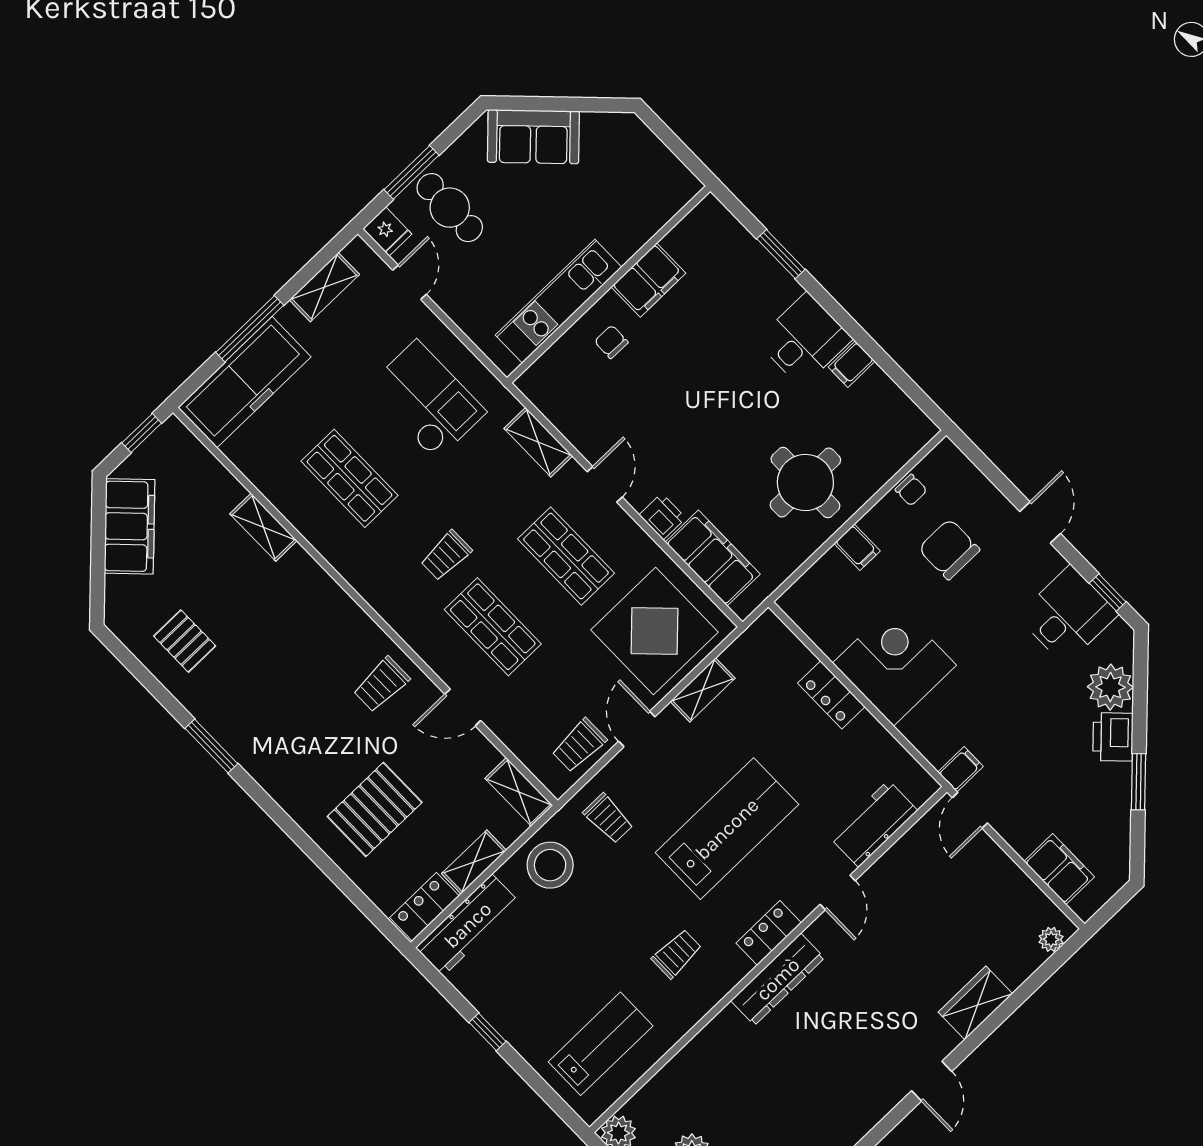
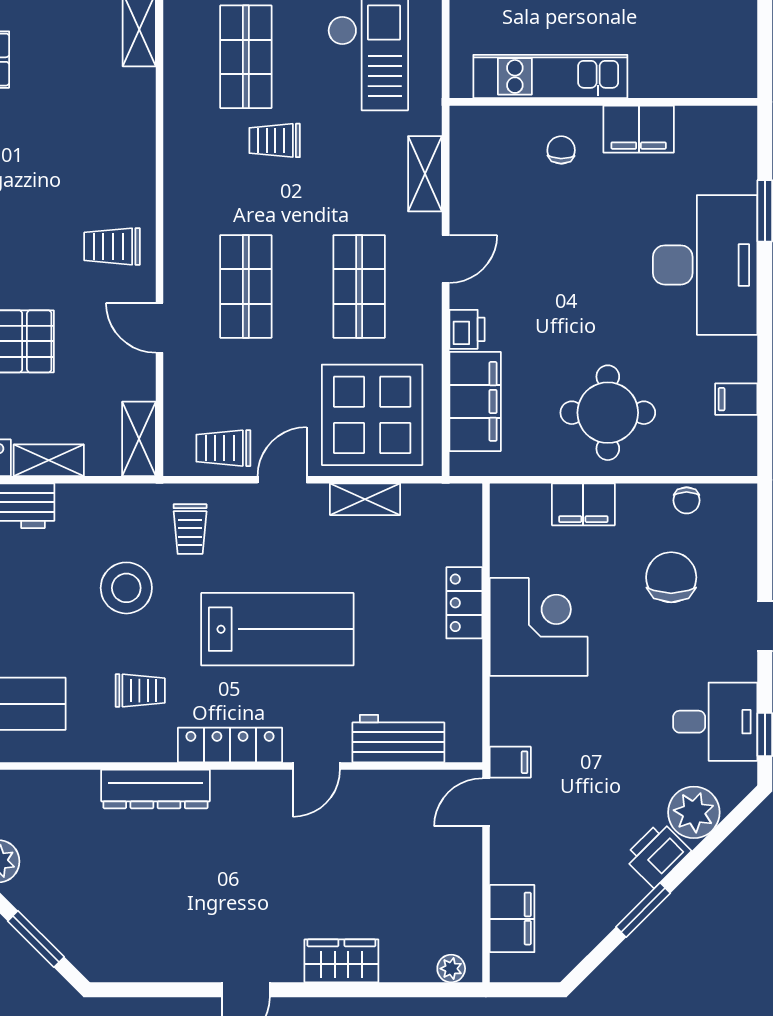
desk: (804, 340) -> (705, 265), width x1.87, depth x1.30
filing cabinet: (852, 364) -> (736, 399), moved
filing cabinet: (857, 547) -> (583, 504), width x2.00
trolley: (446, 555) -> (275, 140), moved
stool: (550, 865) -> (126, 588), moved
locker: (769, 933) -> (230, 745), width x1.53
dresser: (778, 979) -> (155, 789), moved

